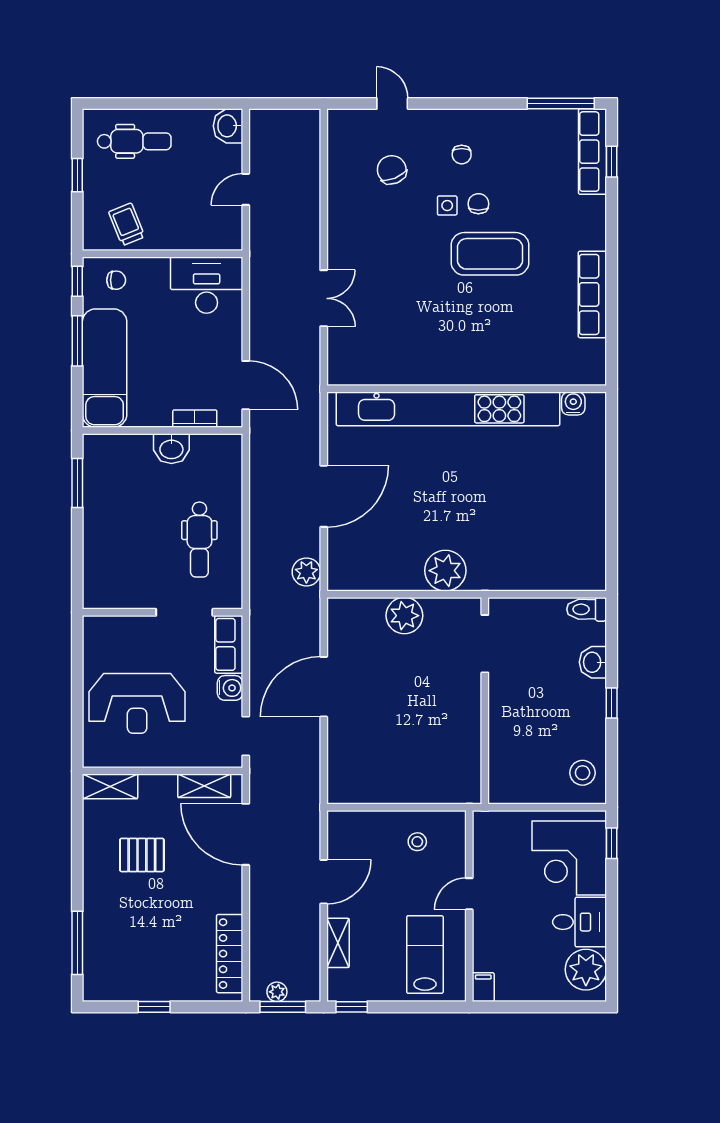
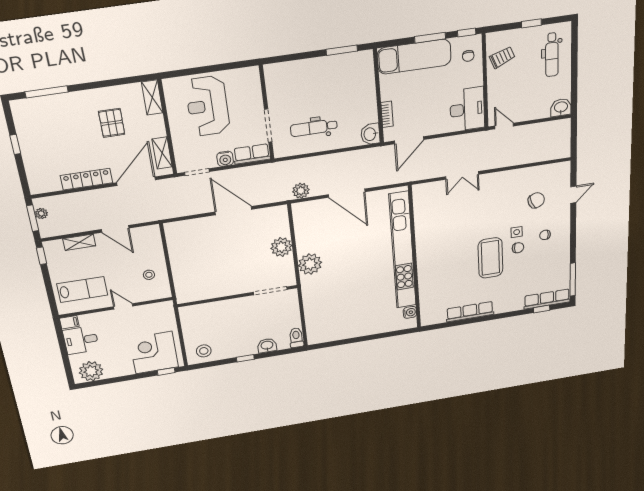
door: (246, 189) -> (504, 126), moved
washbasin: (171, 449) -> (370, 134), moved
desk: (580, 922) -> (81, 340), moved, turned 90
locker: (230, 954) -> (87, 179), moved

